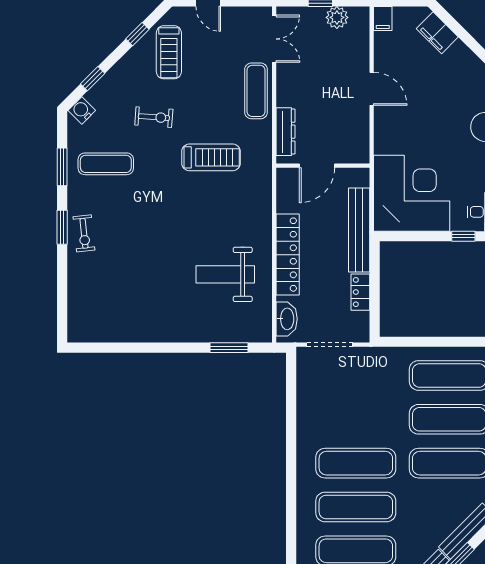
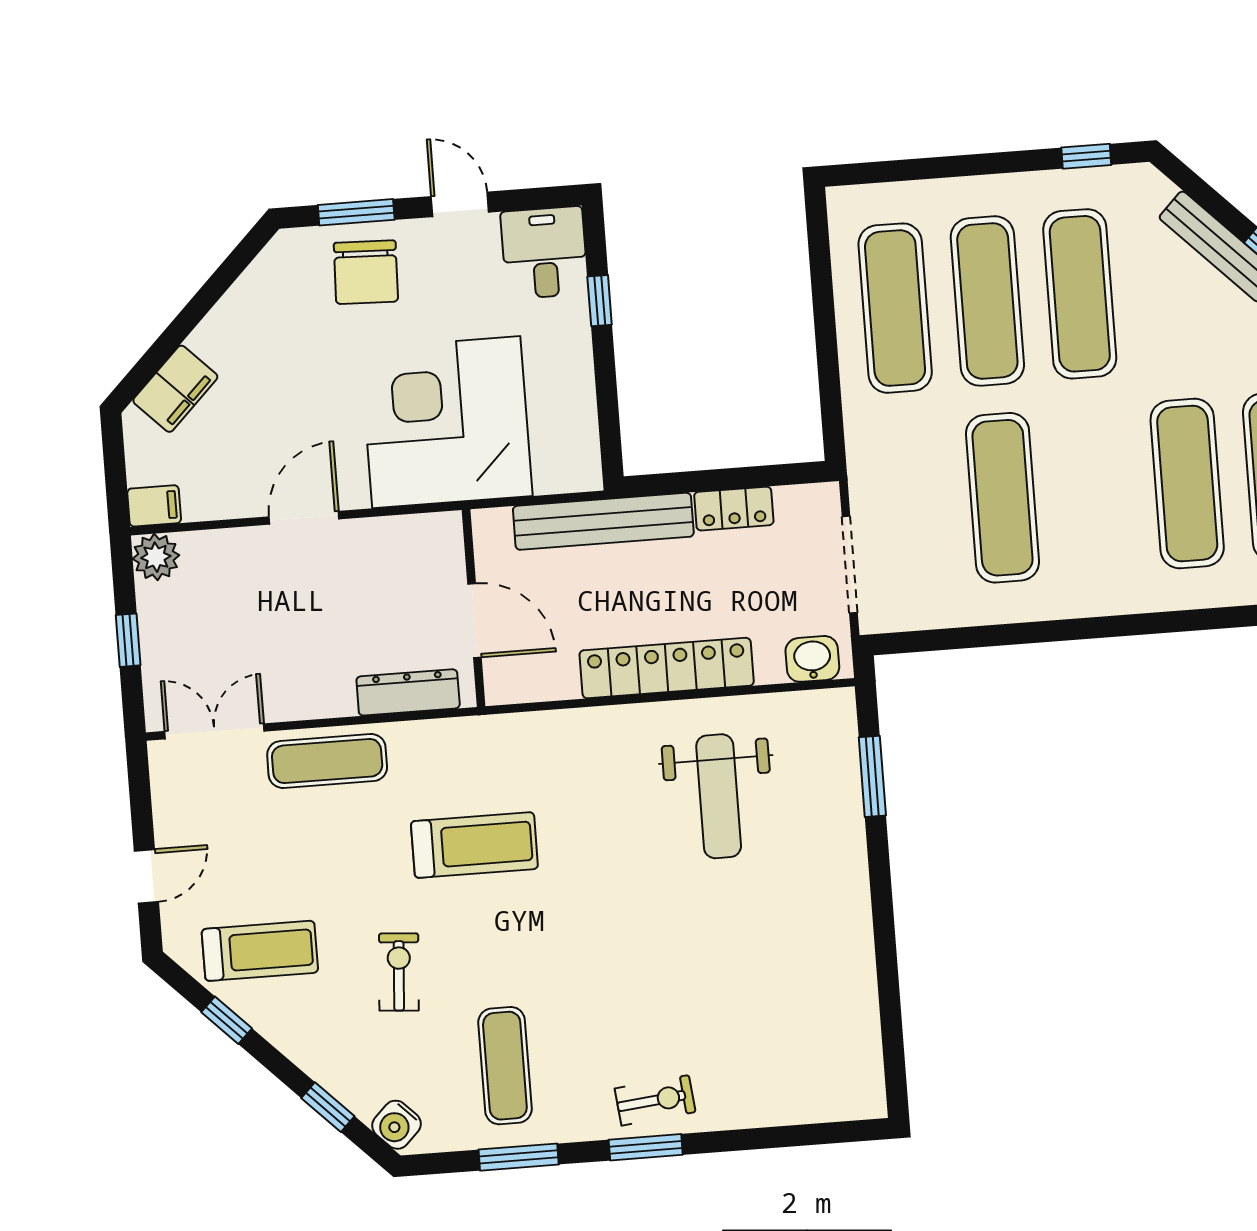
plant: (337, 17) -> (156, 557), moved
treadmill: (211, 157) -> (474, 845), turned 90
corner desk: (412, 193) -> (446, 422), moved
washbasin: (287, 319) -> (812, 659), width x0.72
exercise mat: (356, 463) -> (1003, 498), moved

